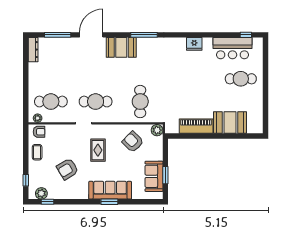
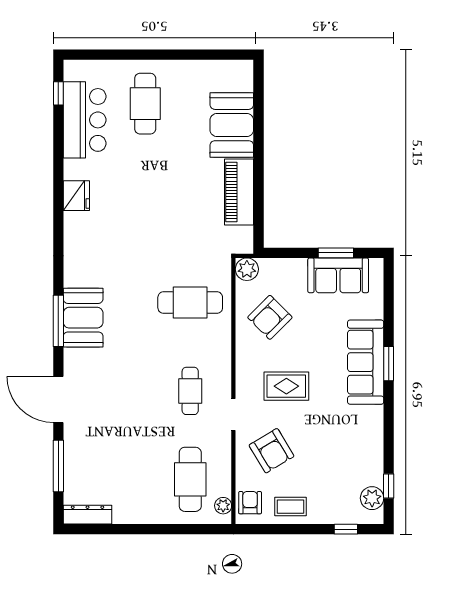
window: (144, 35) -> (58, 321), moved
booth: (121, 47) -> (83, 318), moved
cafe table: (96, 102) -> (190, 391), width x0.73, depth x0.74
armchair: (67, 169) -> (271, 451), moved

